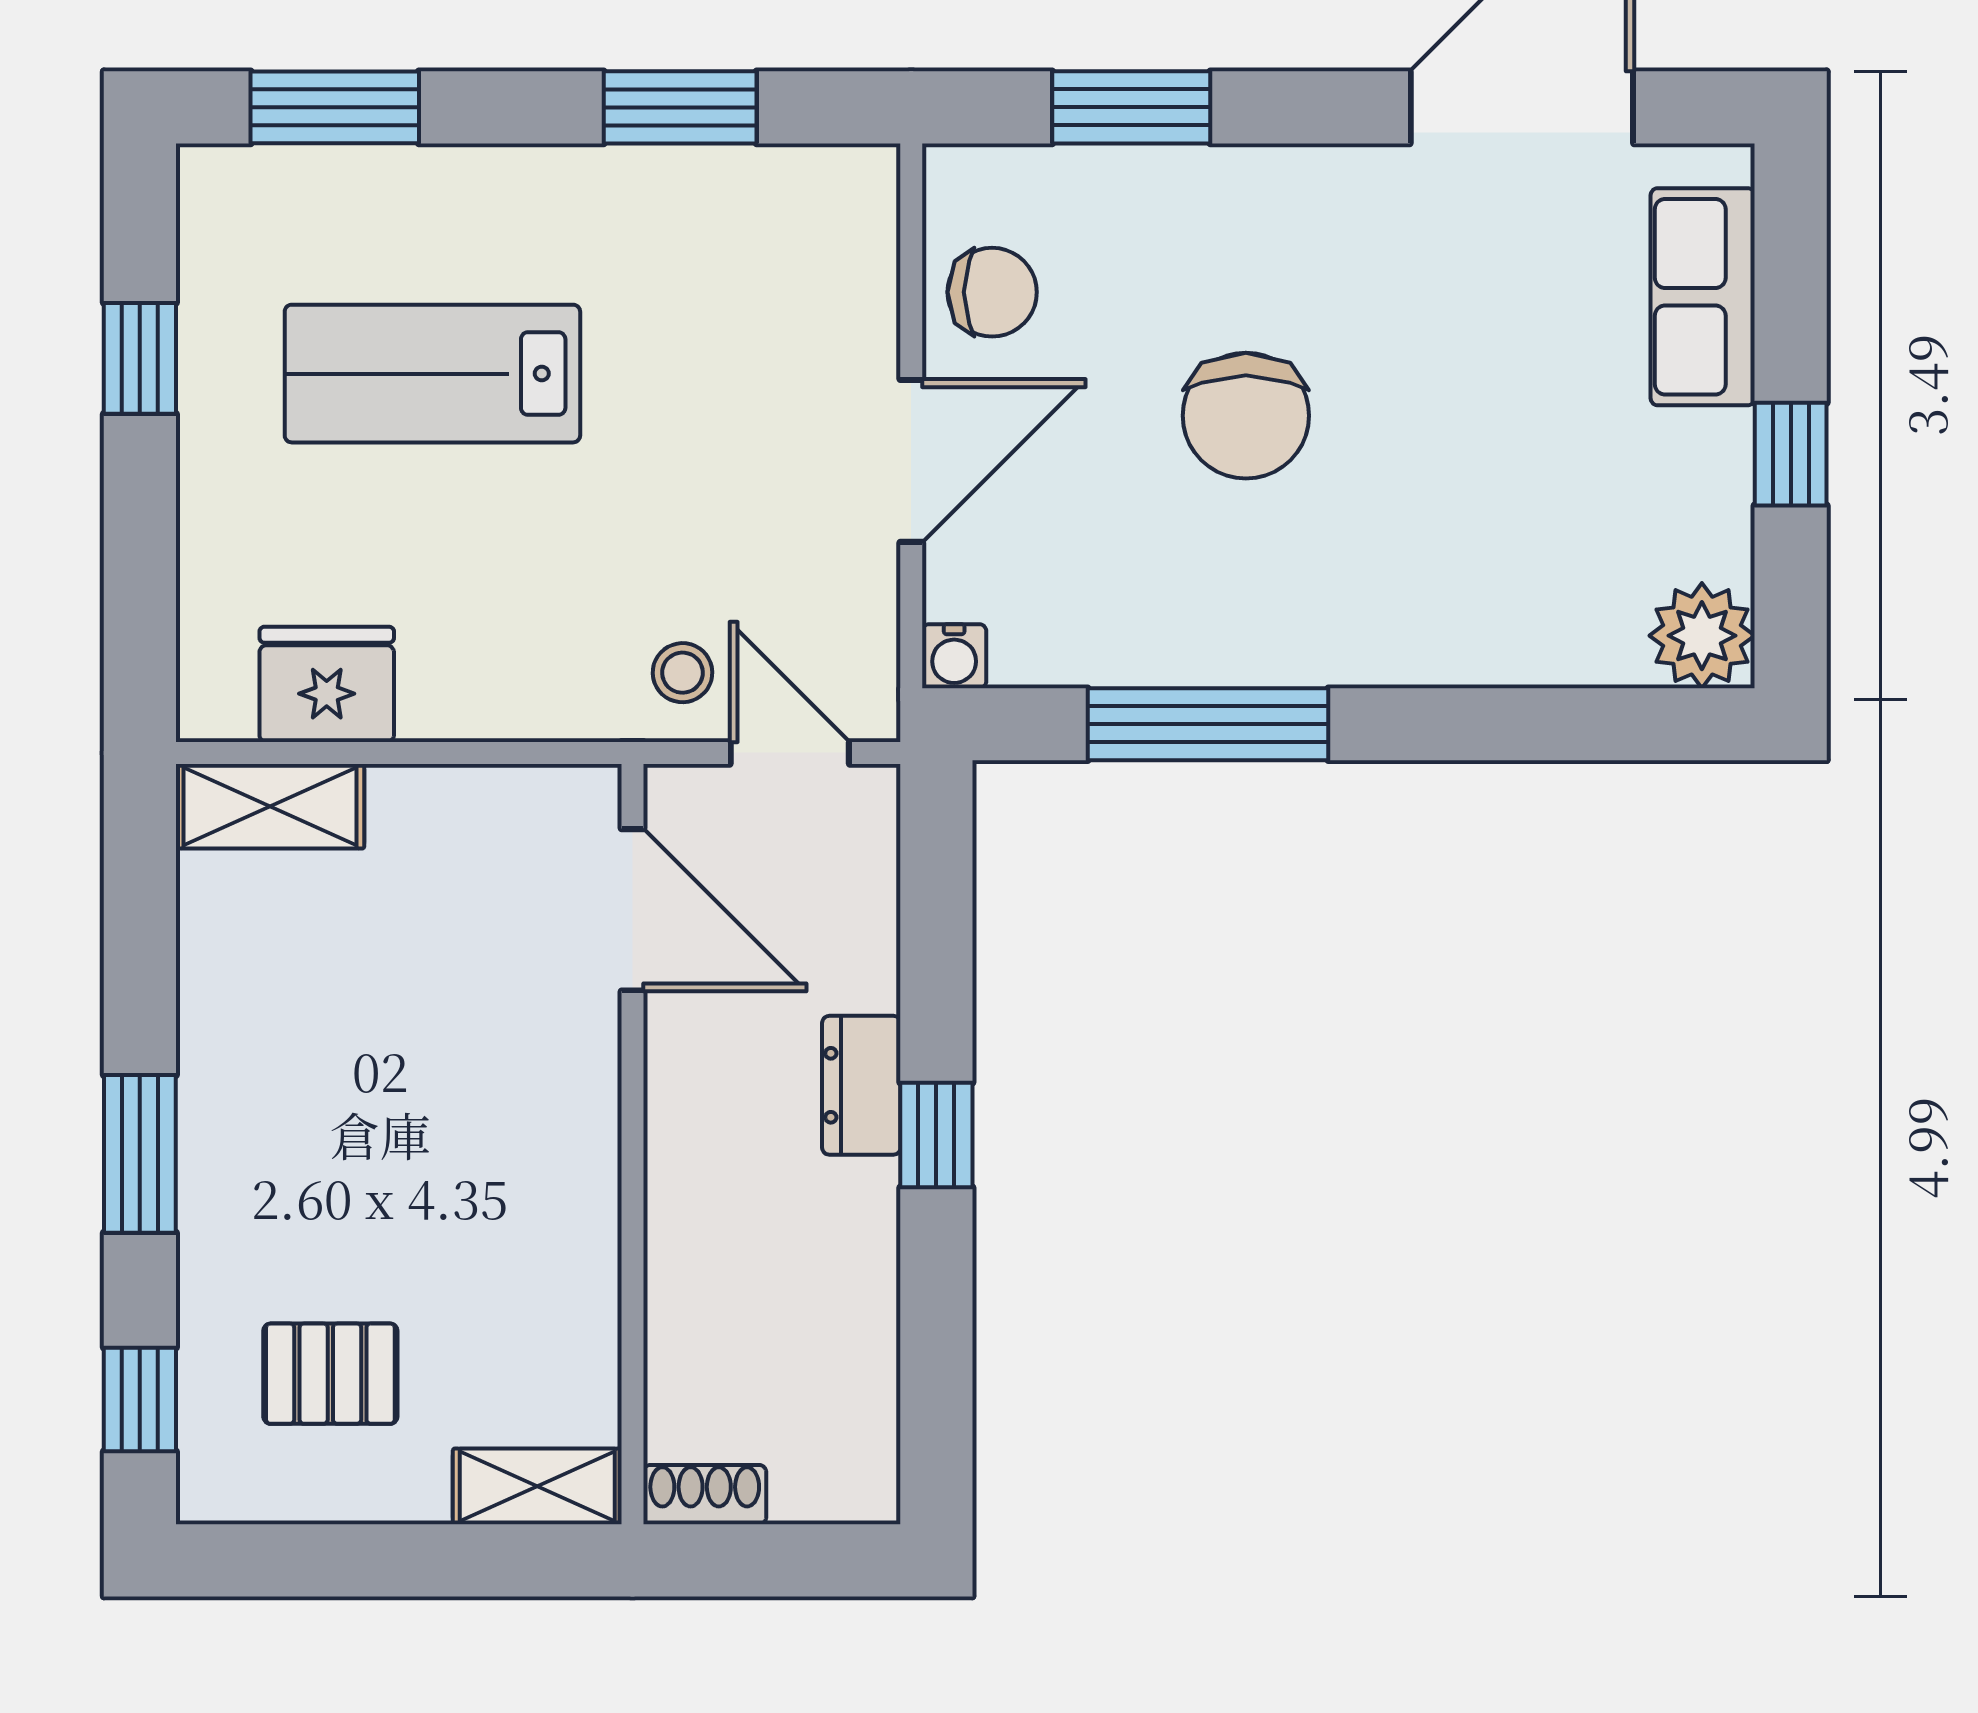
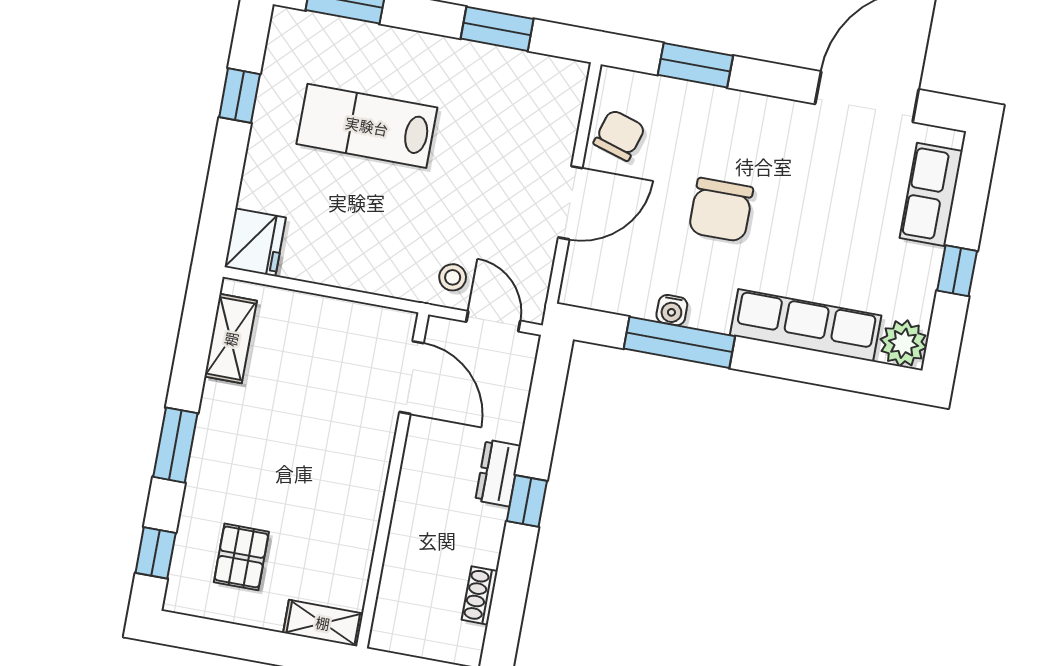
chair: (992, 292) -> (619, 135), turned -73
row of seats: (1479, 636) -> (806, 325), added
water cooler: (954, 656) -> (672, 310), moved
fridge: (327, 684) -> (255, 242), moved, turned 90
shelving: (270, 806) -> (231, 339), moved, turned 90
pallet: (330, 1374) -> (241, 557), turned 90
shoe rack: (705, 1495) -> (480, 595), moved, turned -90

